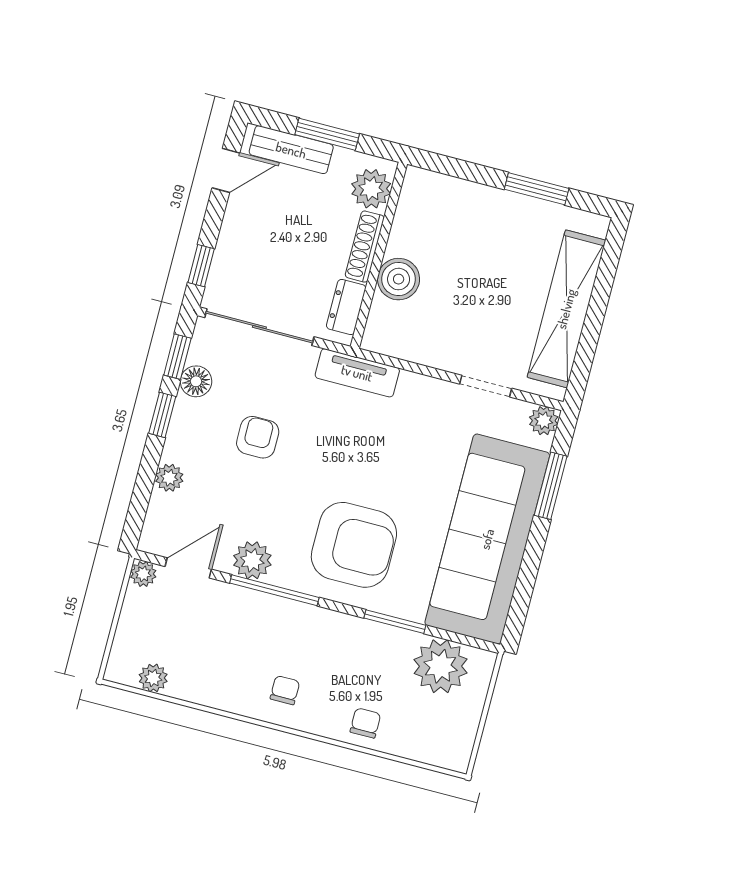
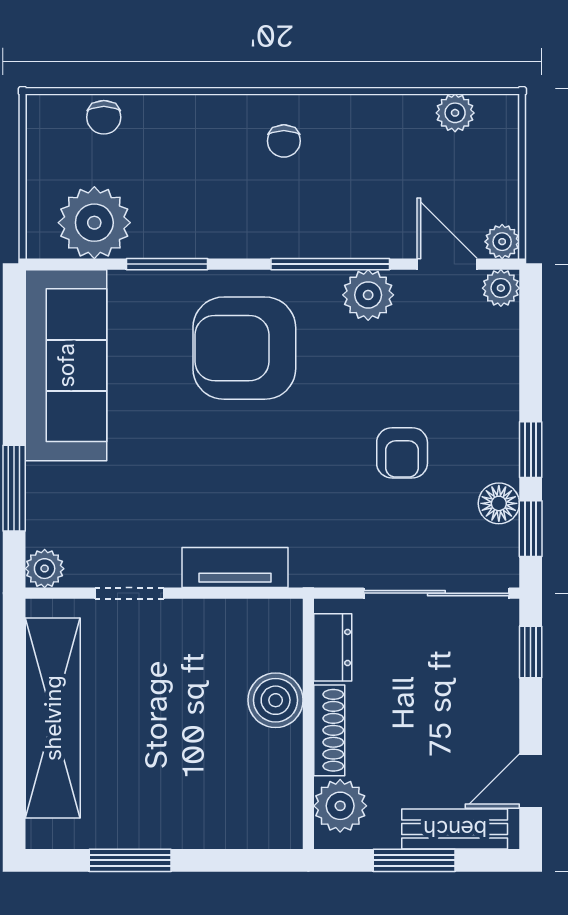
tv unit: (357, 373) -> (235, 568), moved
plant: (169, 478) -> (501, 288), moved
sofa: (487, 539) -> (66, 365), width x0.74, depth x0.79
door: (188, 568) -> (447, 264), swing flipped
chair: (365, 723) -> (104, 117), moved

